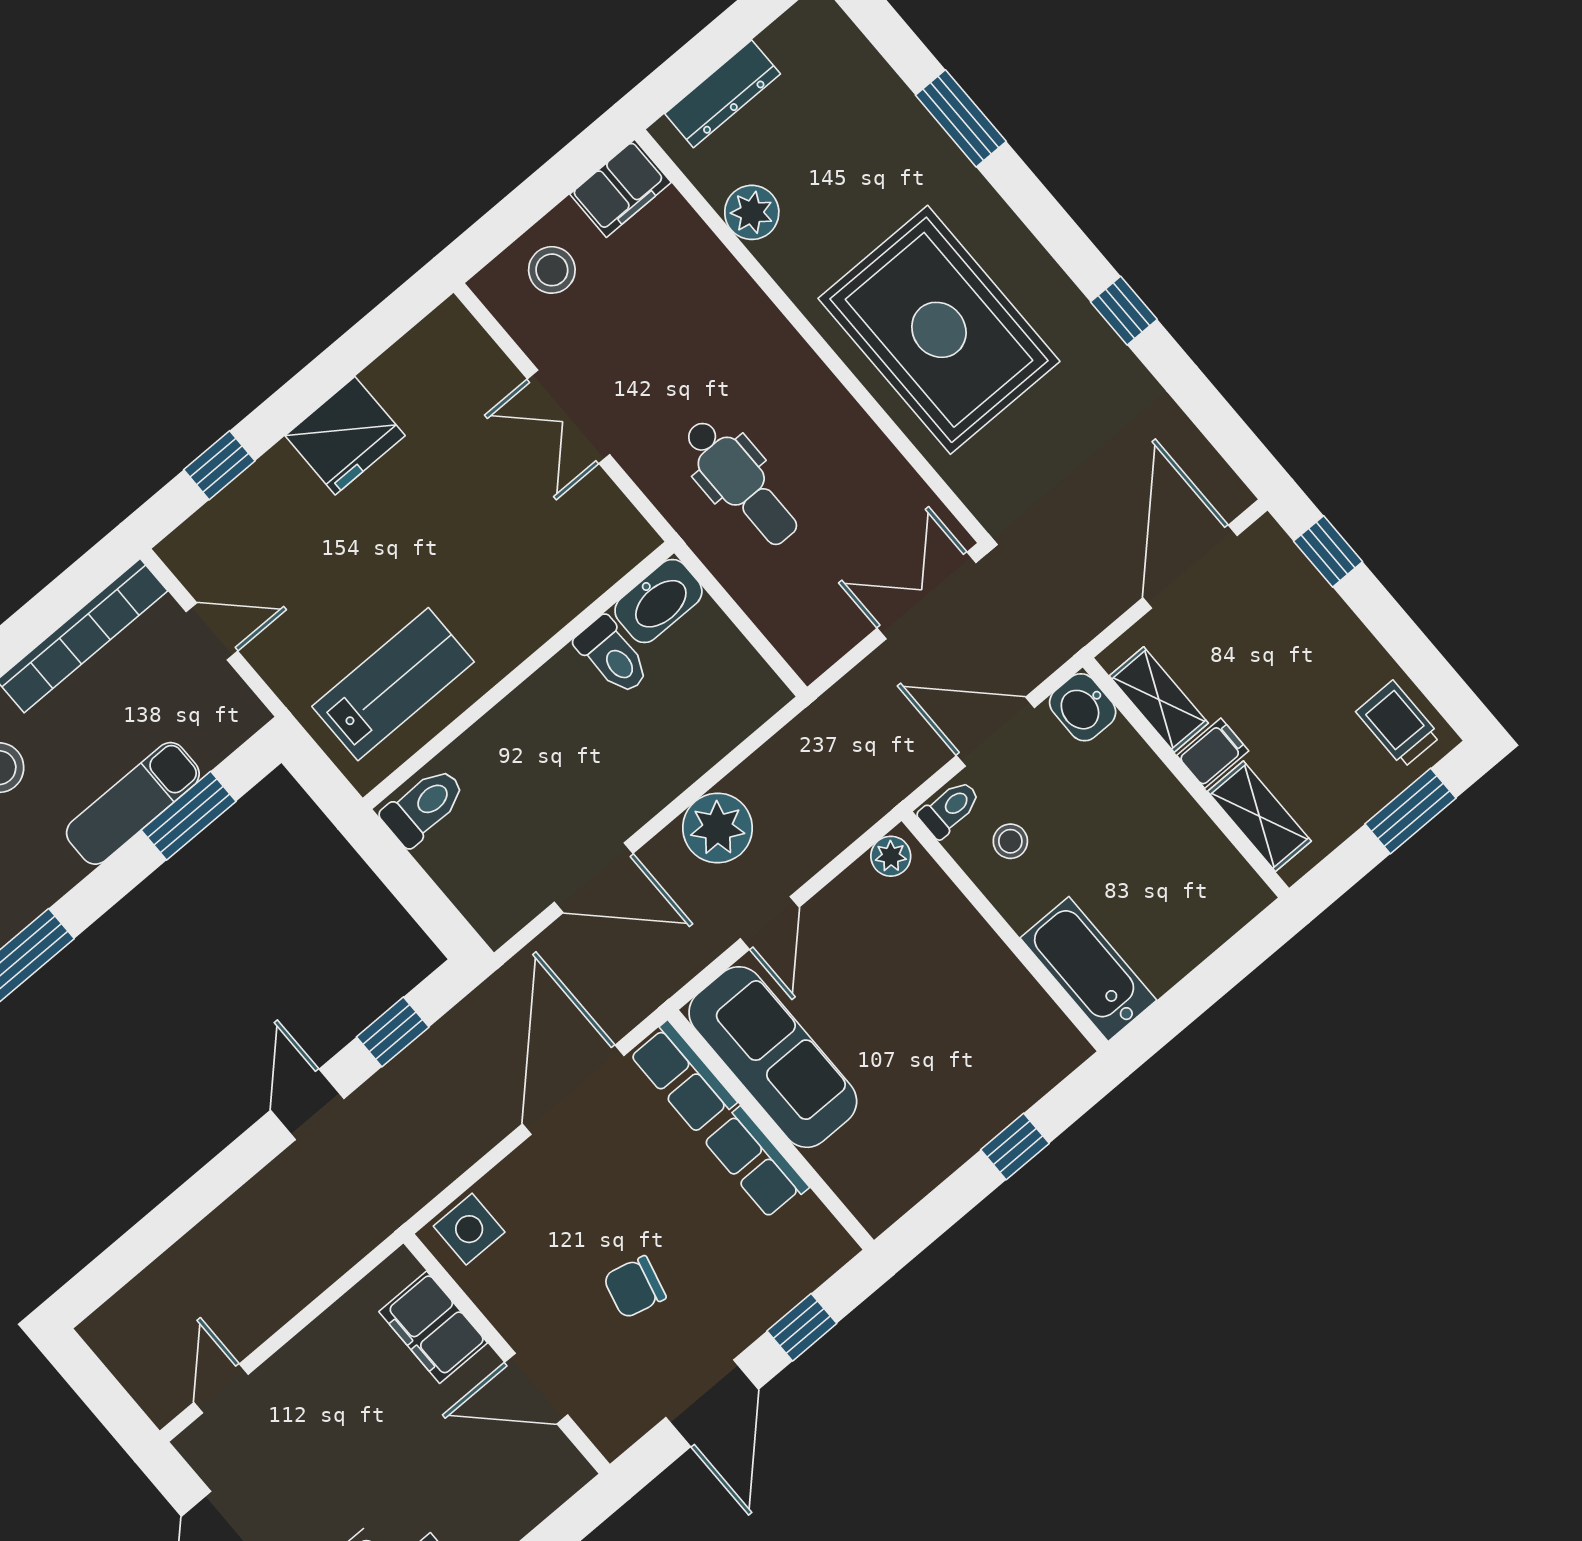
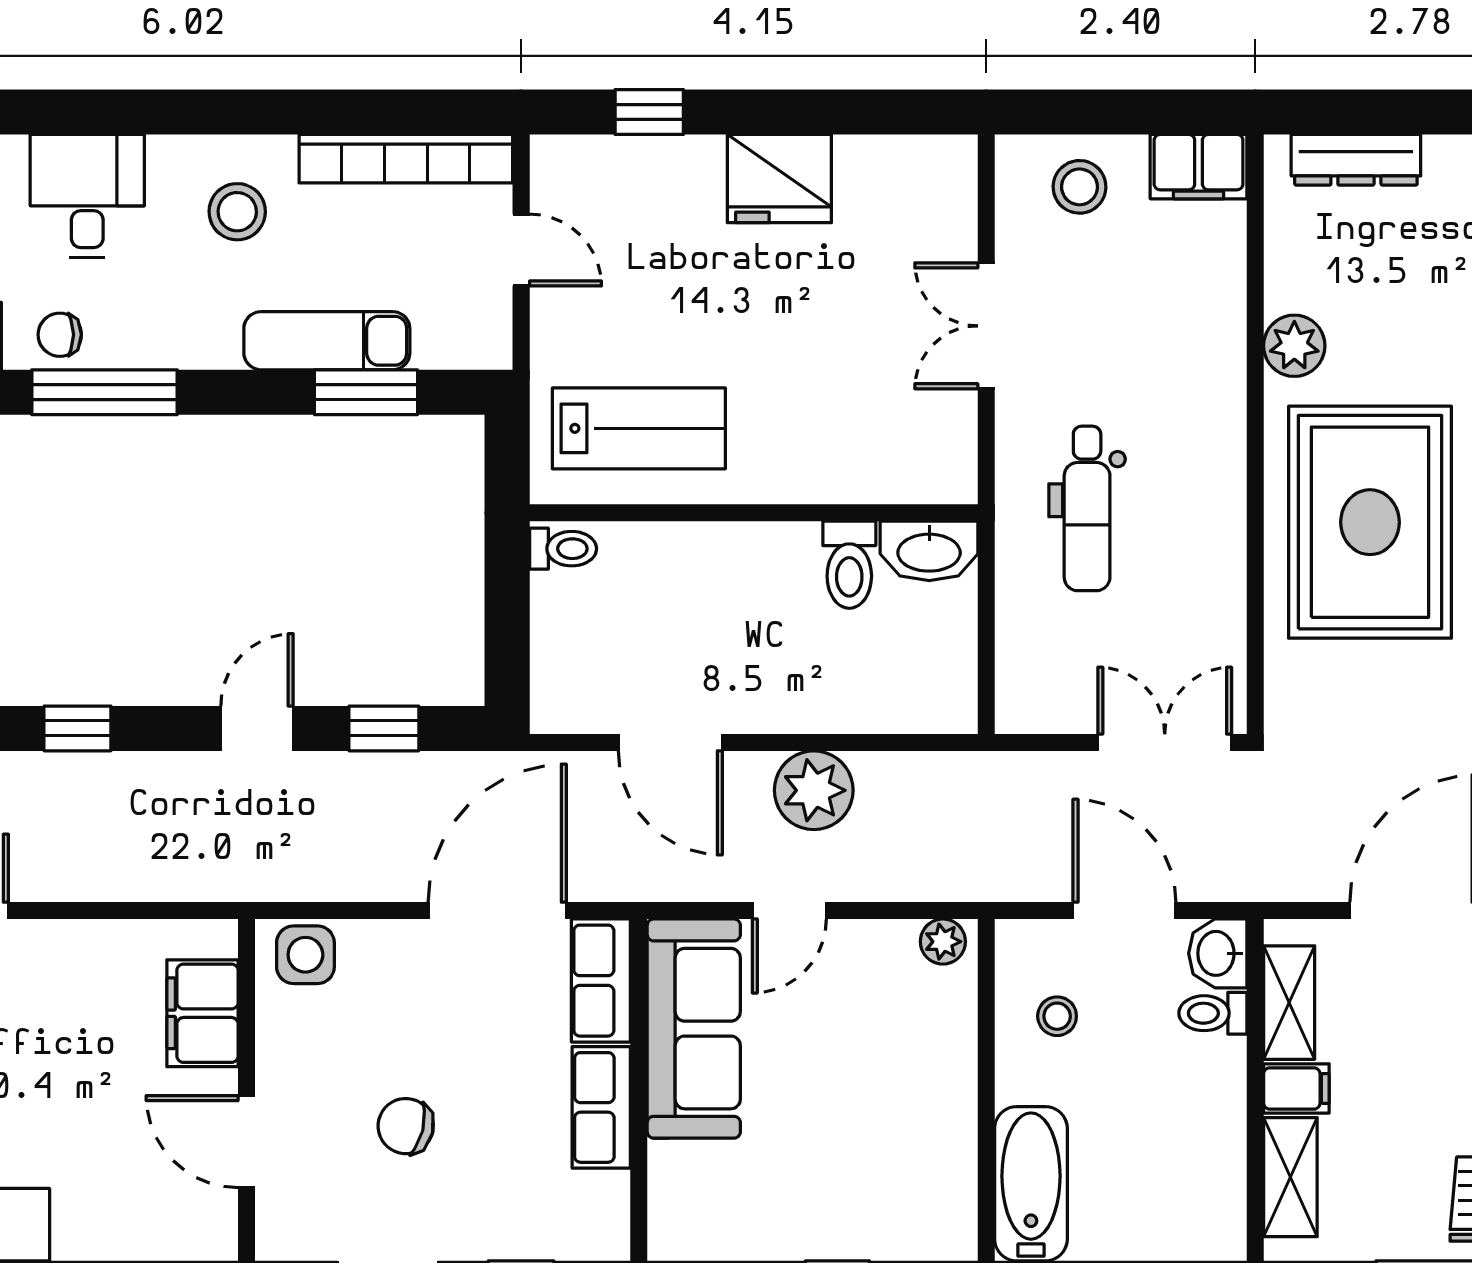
plant: (752, 212) -> (1294, 346), moved
toilet: (424, 806) -> (563, 549), width x0.73, depth x0.72
toilet: (950, 809) -> (1213, 1013), moved, turned 180
window: (186, 1207) -> (77, 728), added

